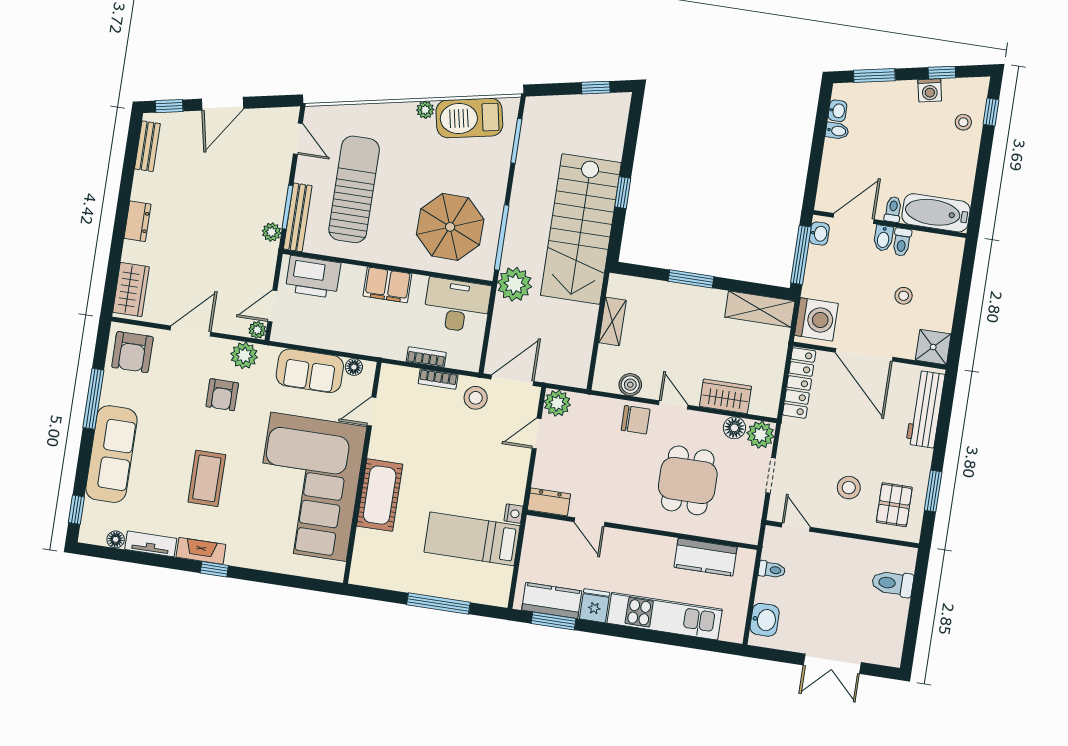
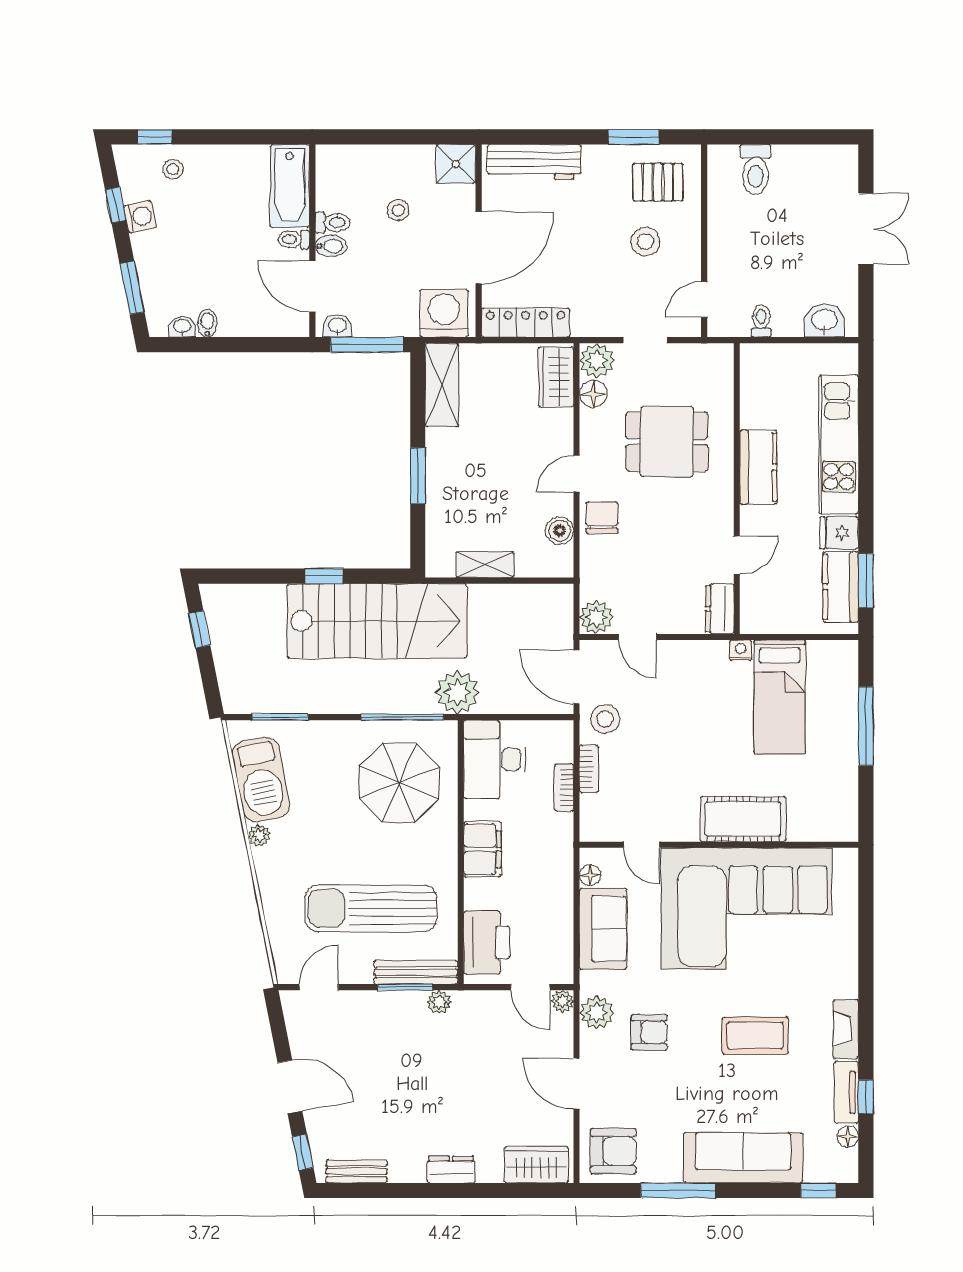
wardrobe: (725, 396) -> (556, 377), moved
kitchen counter: (705, 557) -> (758, 467), moved
window: (214, 569) -> (866, 1097), moved

